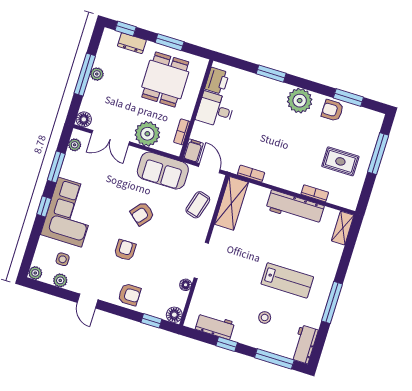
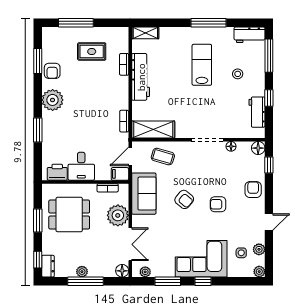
dresser: (132, 43) -> (48, 266), moved
rug: (340, 161) -> (92, 52), turned 90

